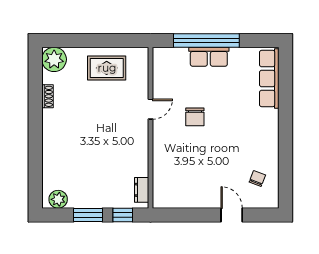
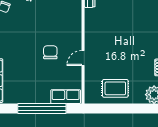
row of seats: (209, 57) -> (66, 97), moved

